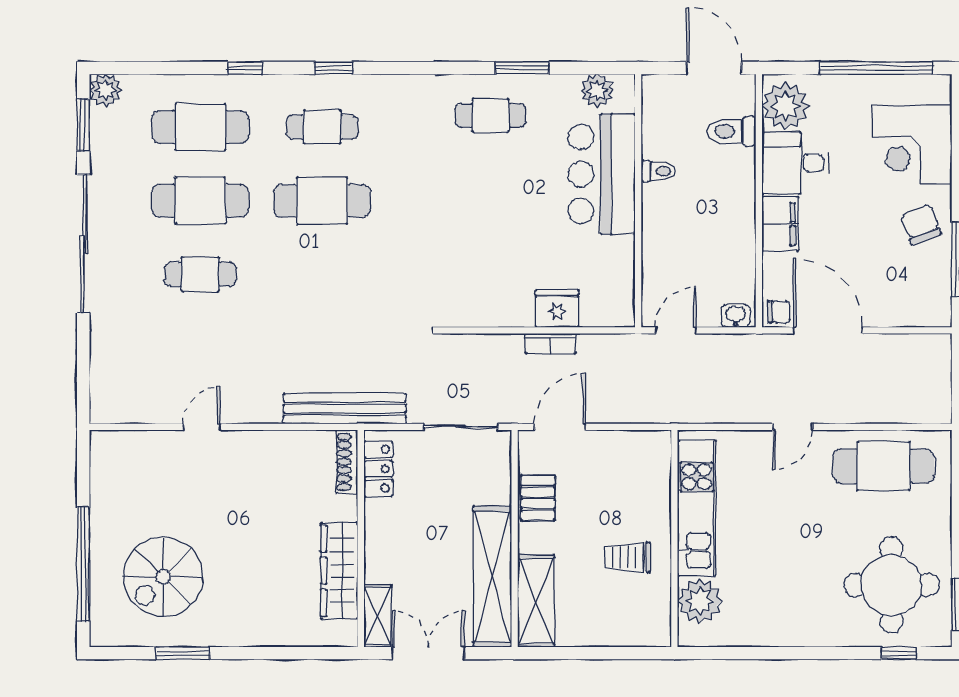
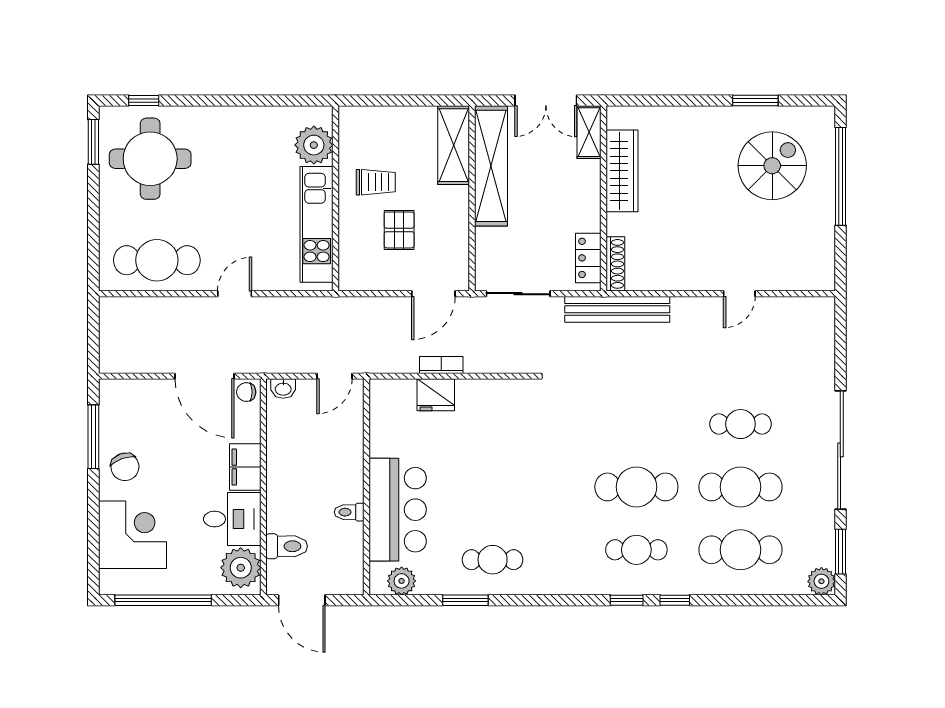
window: (245, 68) -> (675, 600), moved
pallet: (538, 498) -> (399, 230), moved

